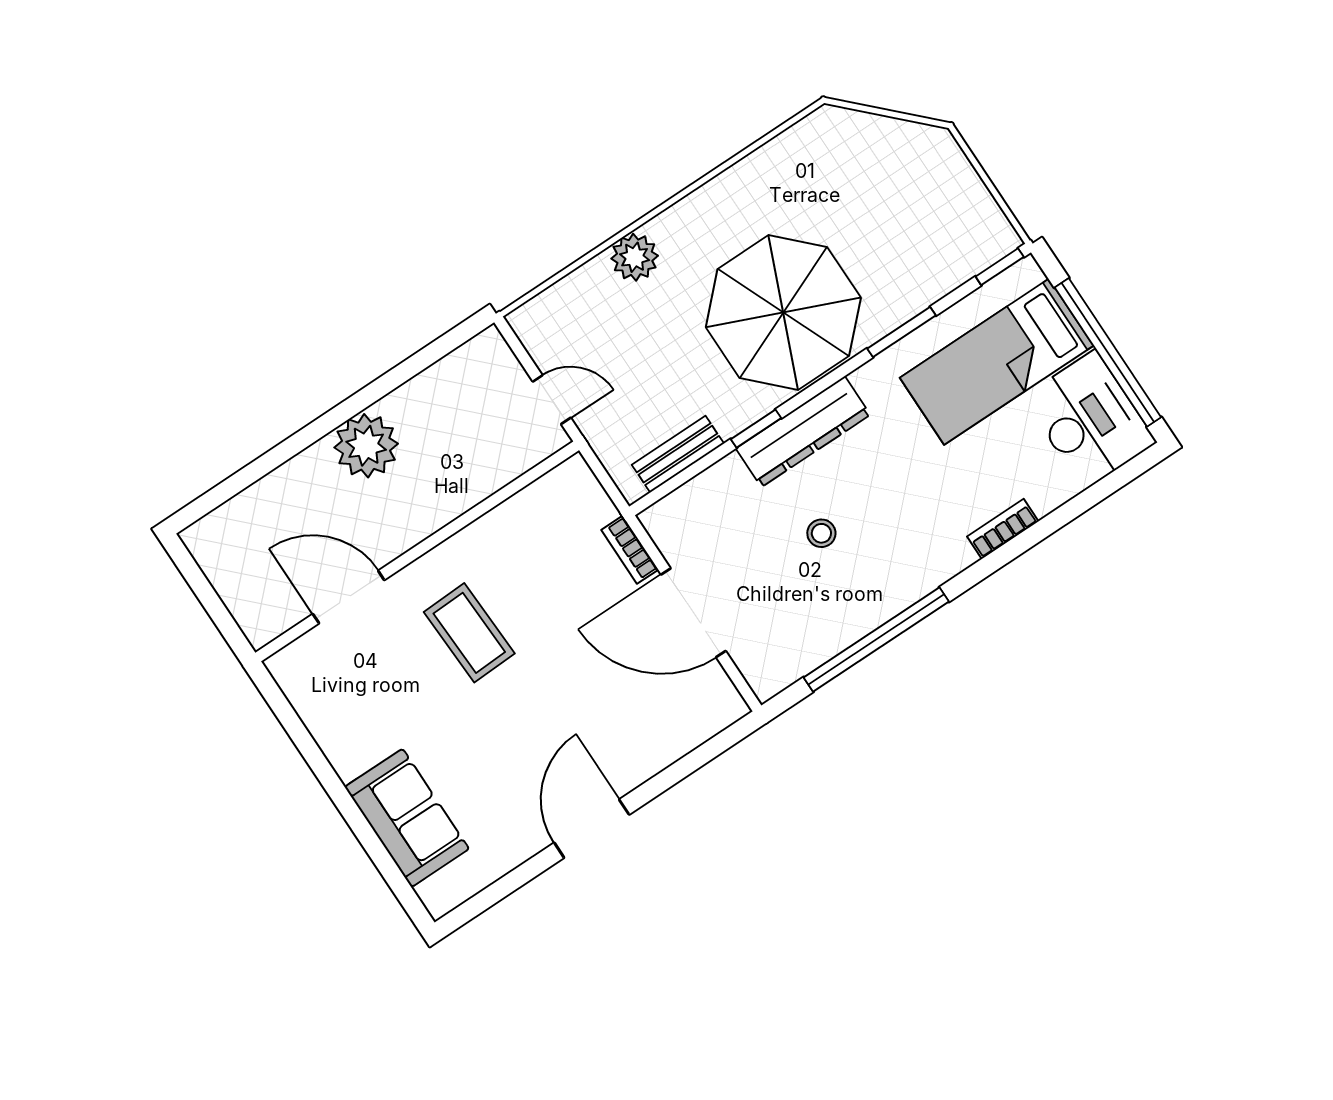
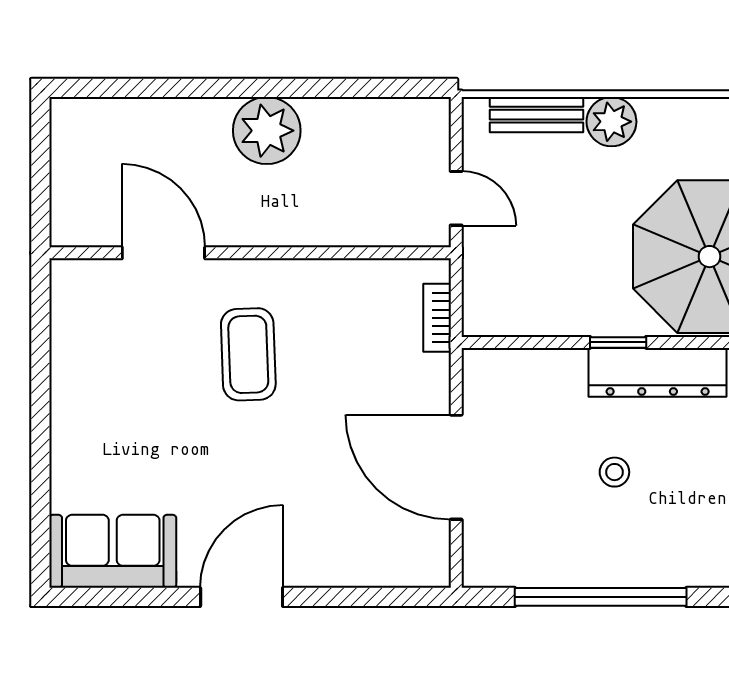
bench: (678, 454) -> (537, 115), moved
bookcase: (630, 550) -> (437, 318), moved
sofa: (407, 818) -> (113, 551), moved, turned -90

